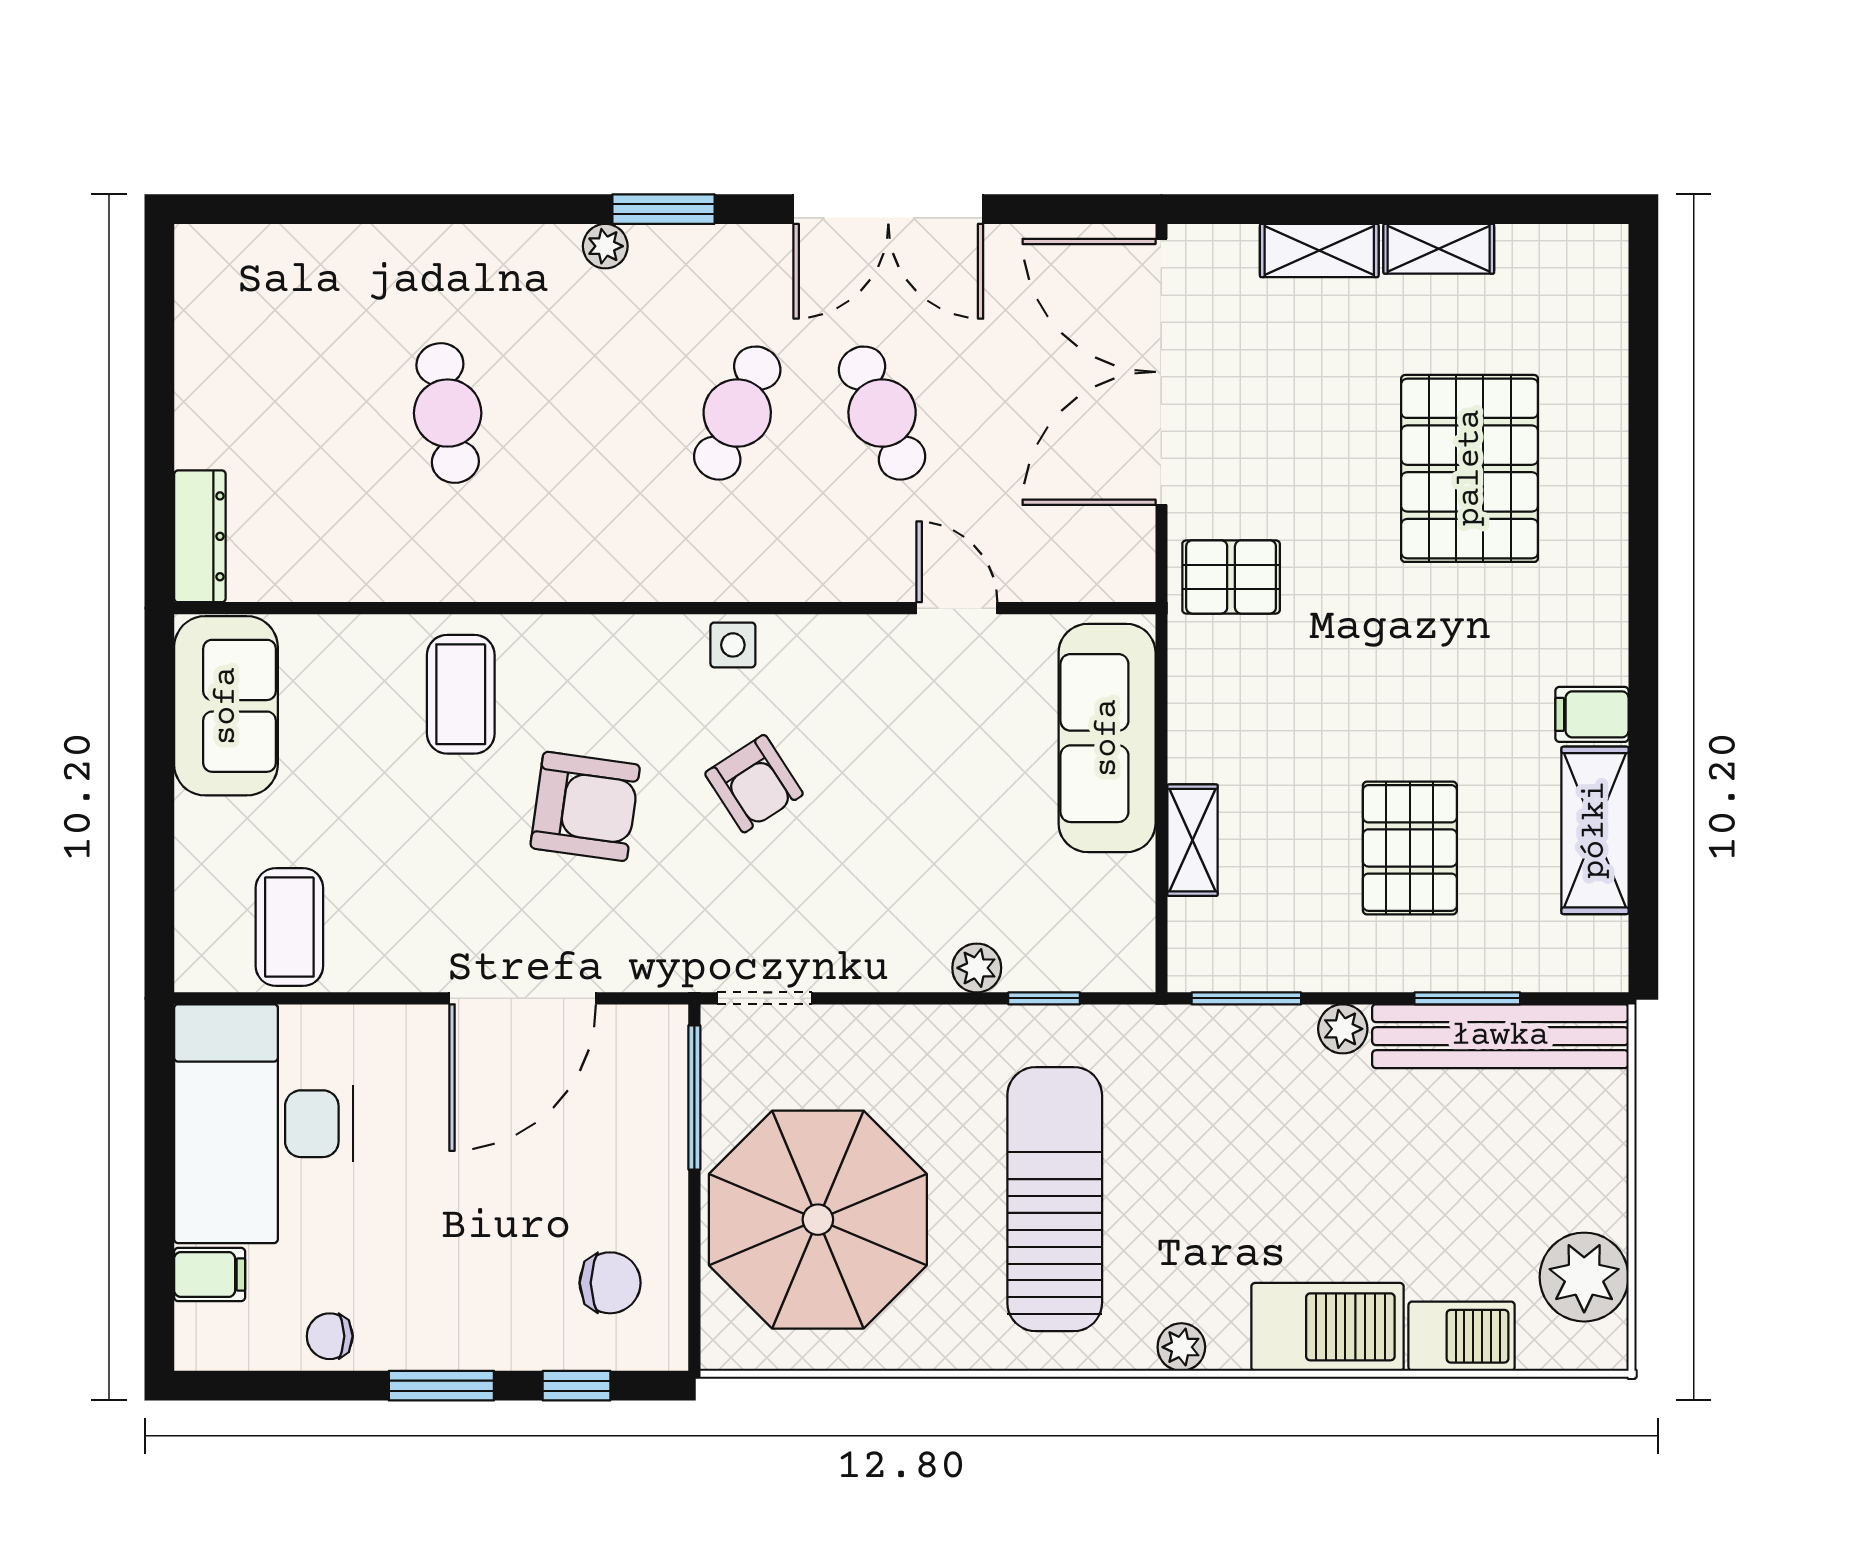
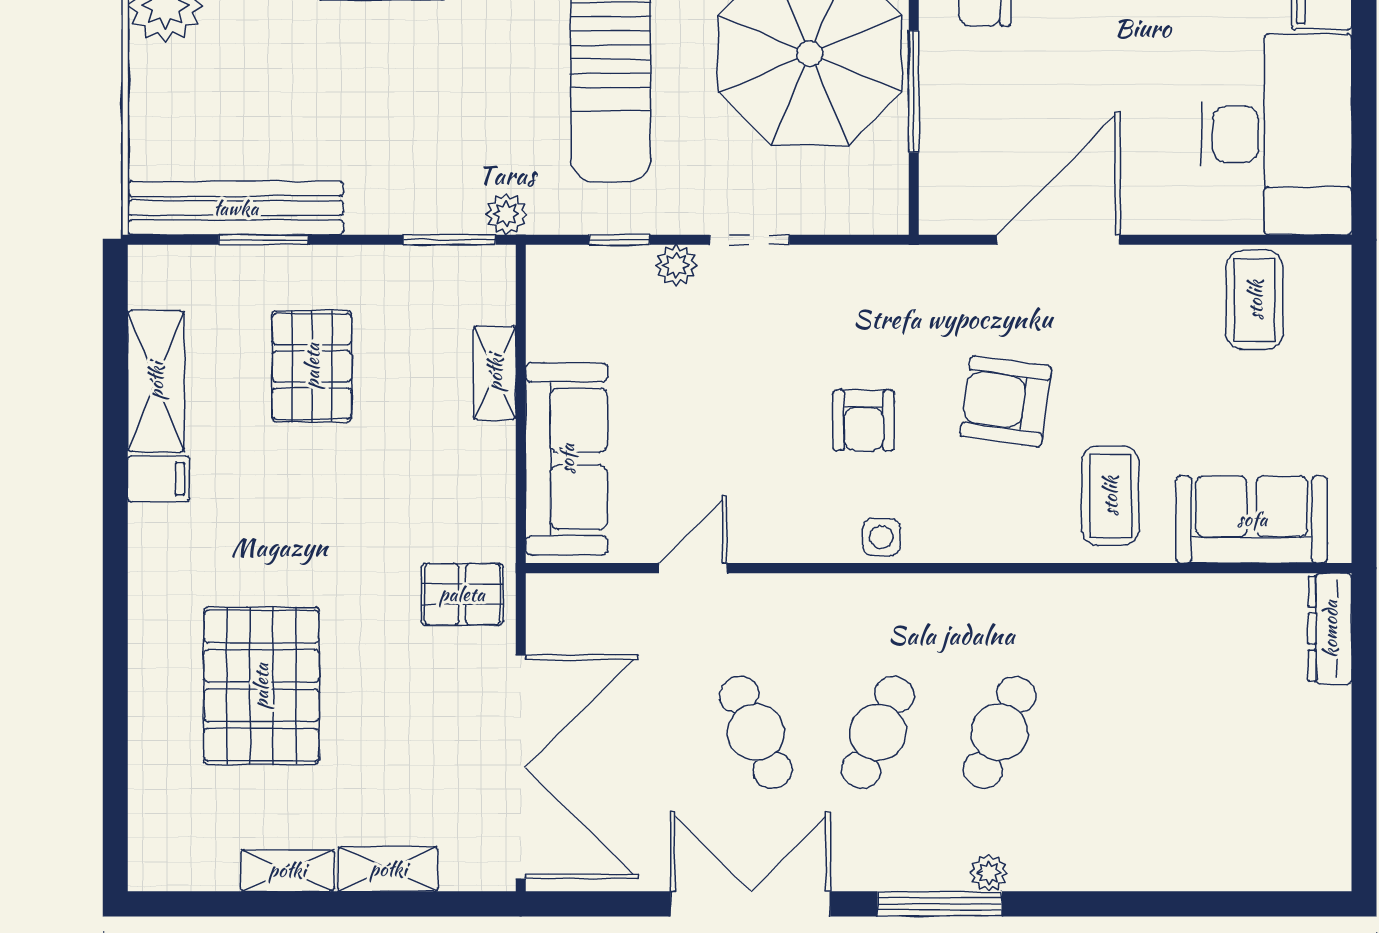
window: (663, 209) -> (940, 904), width x1.44
cafe table: (448, 413) -> (1000, 732), moved, turned 33
door: (957, 608) -> (693, 568), swing flipped
sofa: (226, 706) -> (1252, 519), moved, turned 90
armchair: (754, 784) -> (864, 420), turned -147
doorway: (765, 998) -> (749, 240), moved
plant: (1343, 1029) -> (506, 214), moved
window: (694, 1098) -> (914, 92), moved

